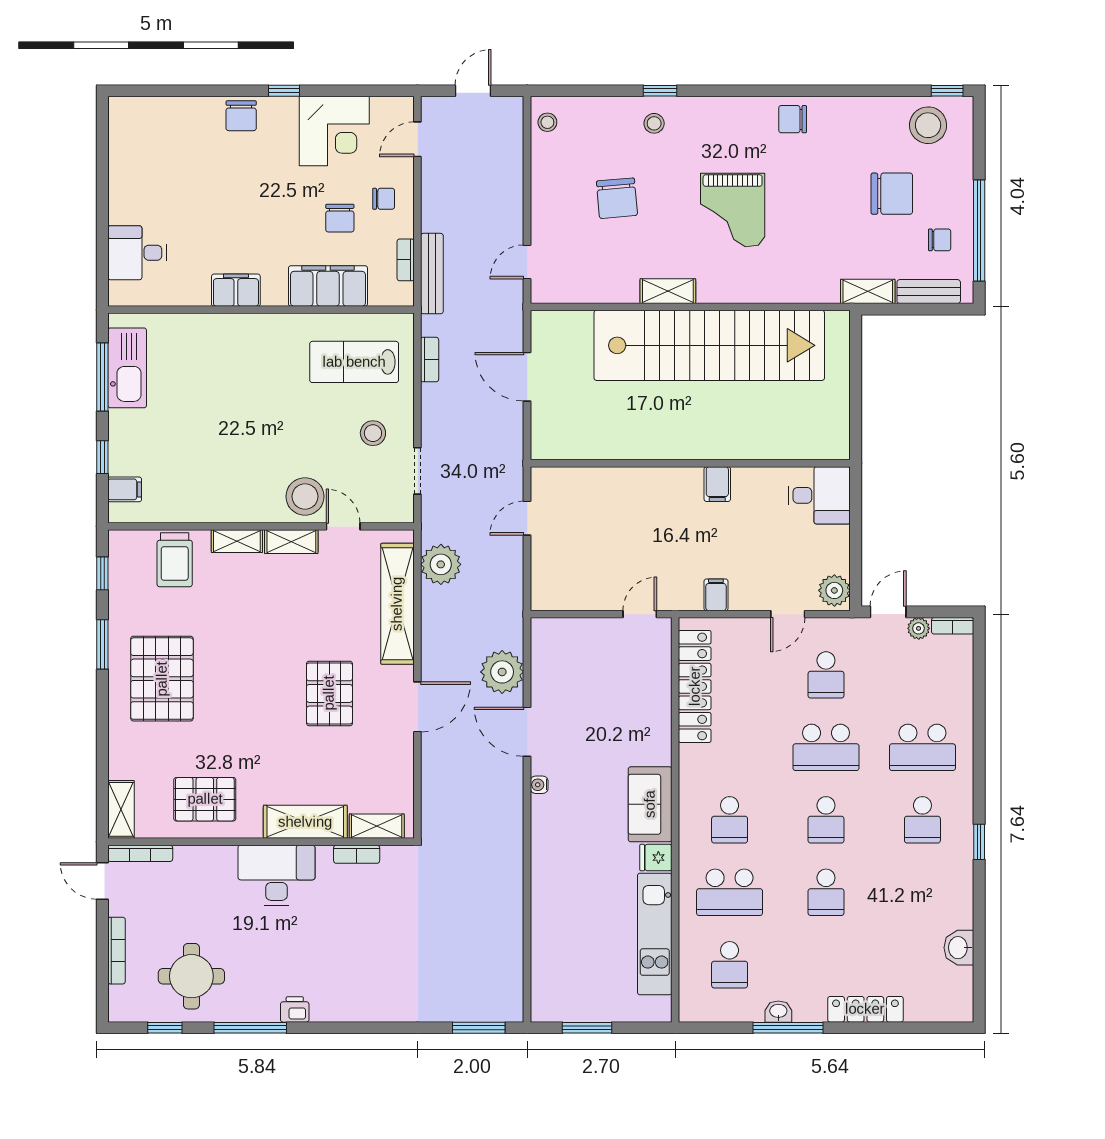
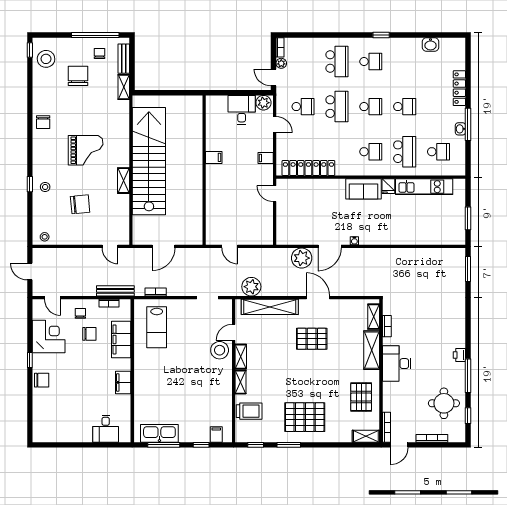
stool: (373, 433) -> (190, 318), removed
desk: (819, 495) -> (242, 110), moved

